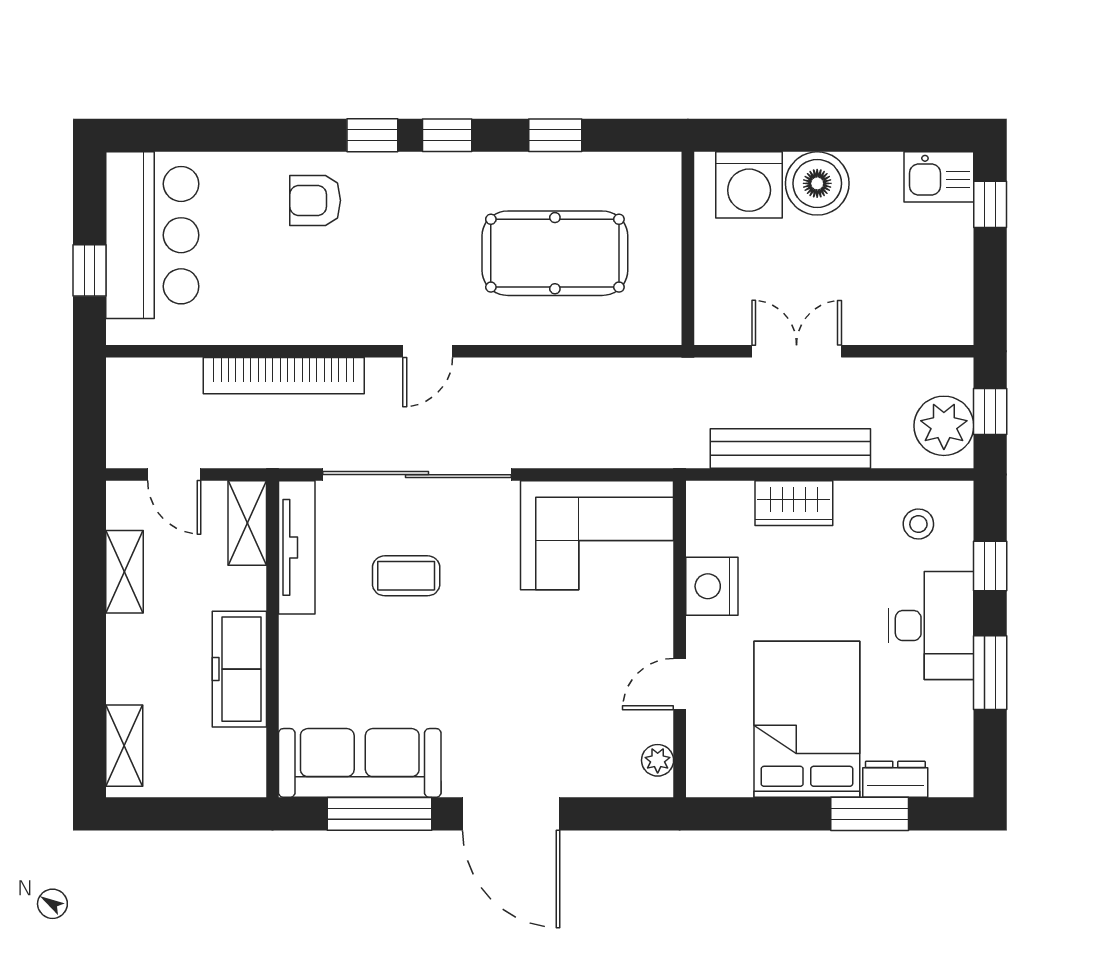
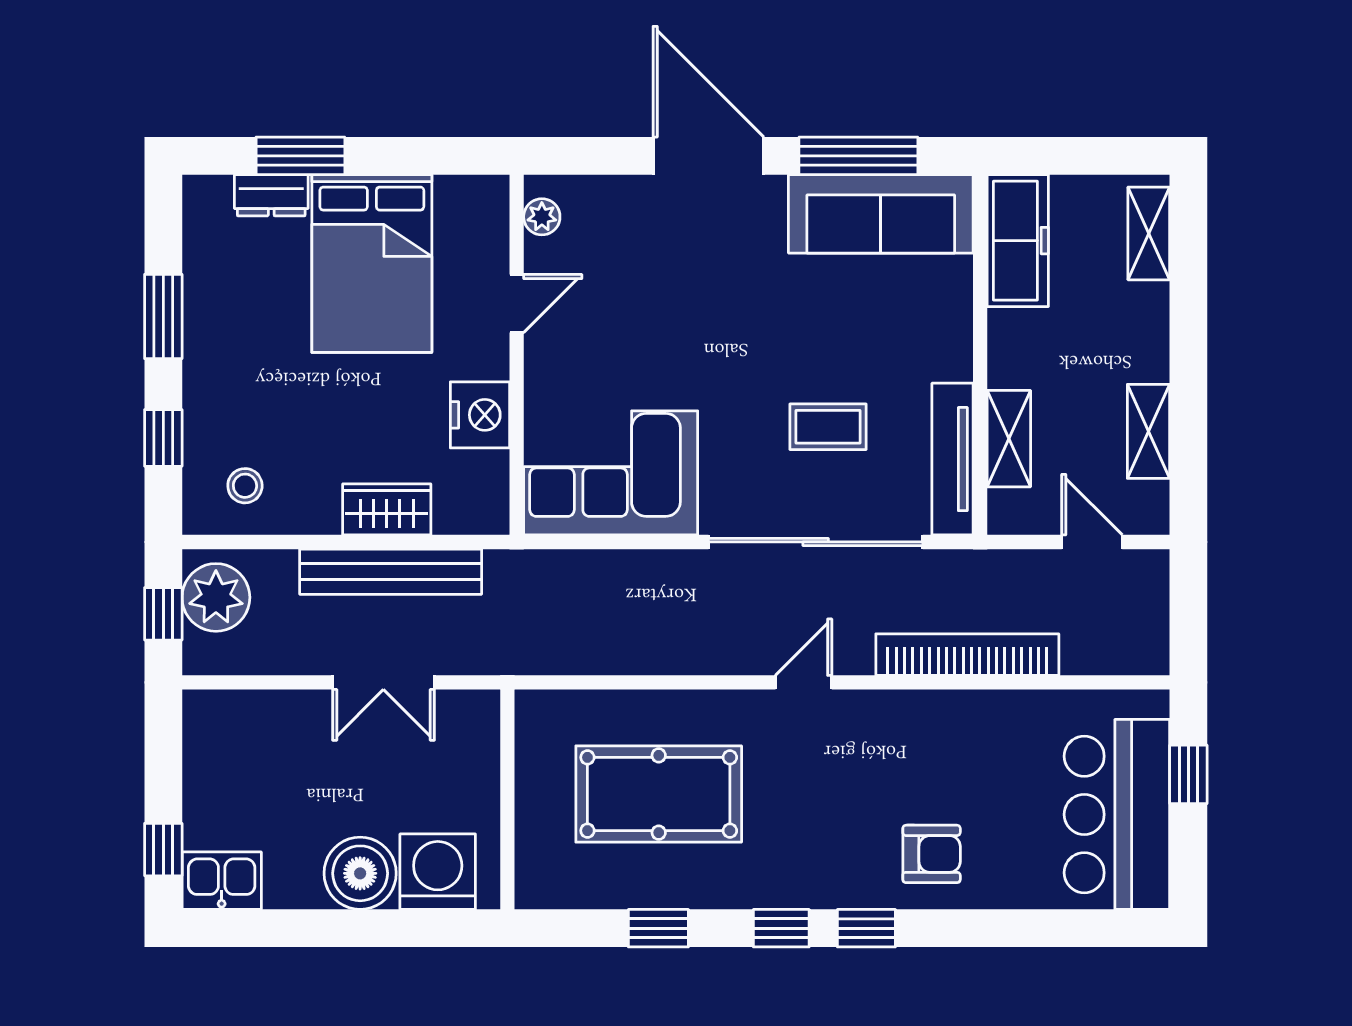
shelving: (247, 523) -> (1009, 439), moved
desk: (931, 626) -> (230, 370), removed
freezer: (239, 669) -> (1018, 241), moved

